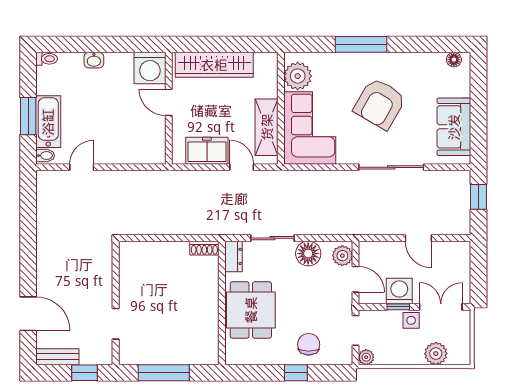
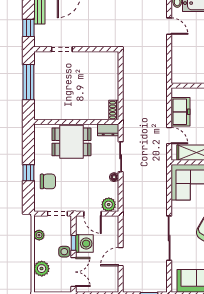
door: (242, 167) -> (169, 136), hinge flipped
floor lamp: (308, 254) -> (114, 177), width x0.53, depth x0.53
door: (356, 279) -> (92, 214), hinge flipped
plant: (366, 357) -> (39, 235), moved

